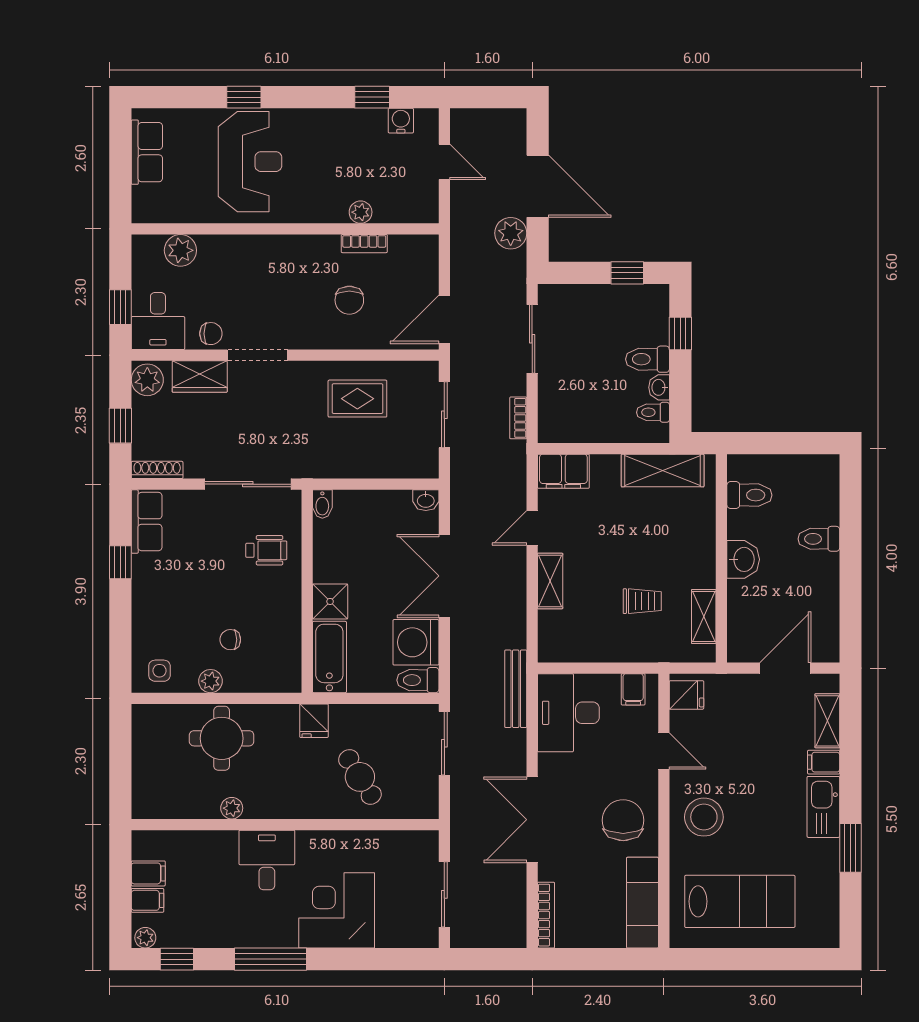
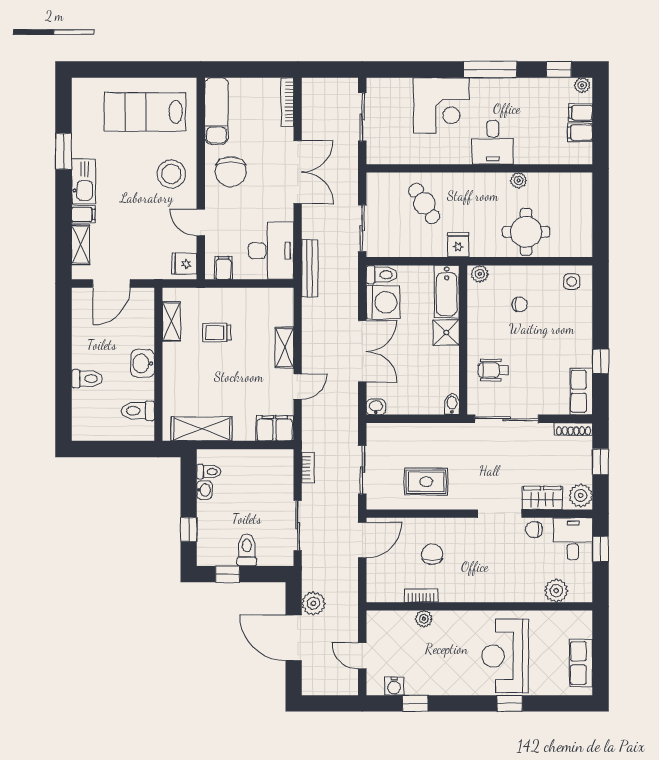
toilet: (647, 359) -> (247, 550), moved, turned -90
plant: (210, 681) -> (480, 274), moved

